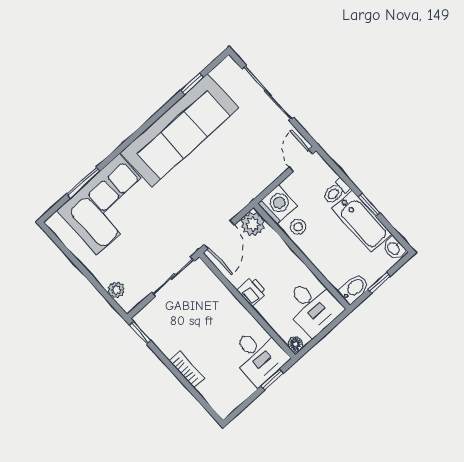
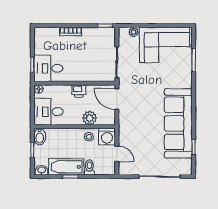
door: (301, 161) -> (117, 154), moved
corner sofa: (108, 204) -> (165, 45), moved, turned -90
plant: (253, 224) -> (90, 118), moved

